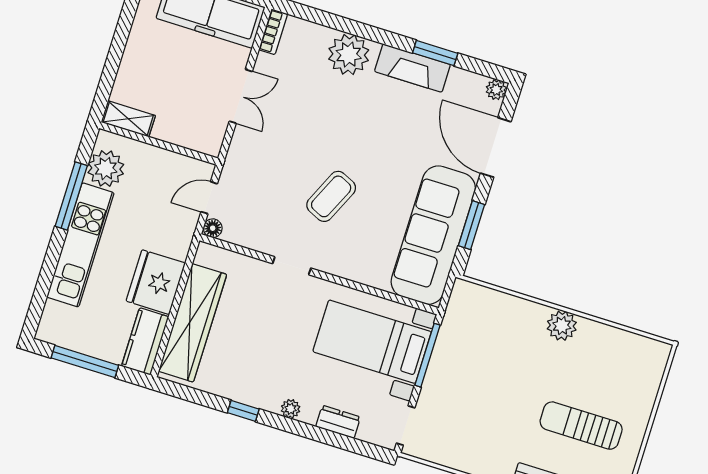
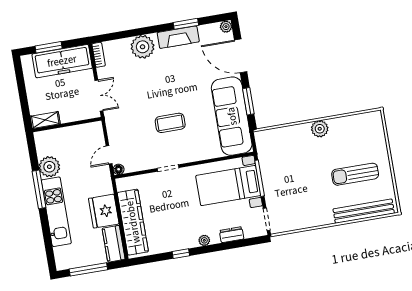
shelving: (128, 119) -> (45, 120), moved
wall: (159, 143) -> (67, 125), moved
coffee table: (331, 196) -> (170, 123), turned 65

